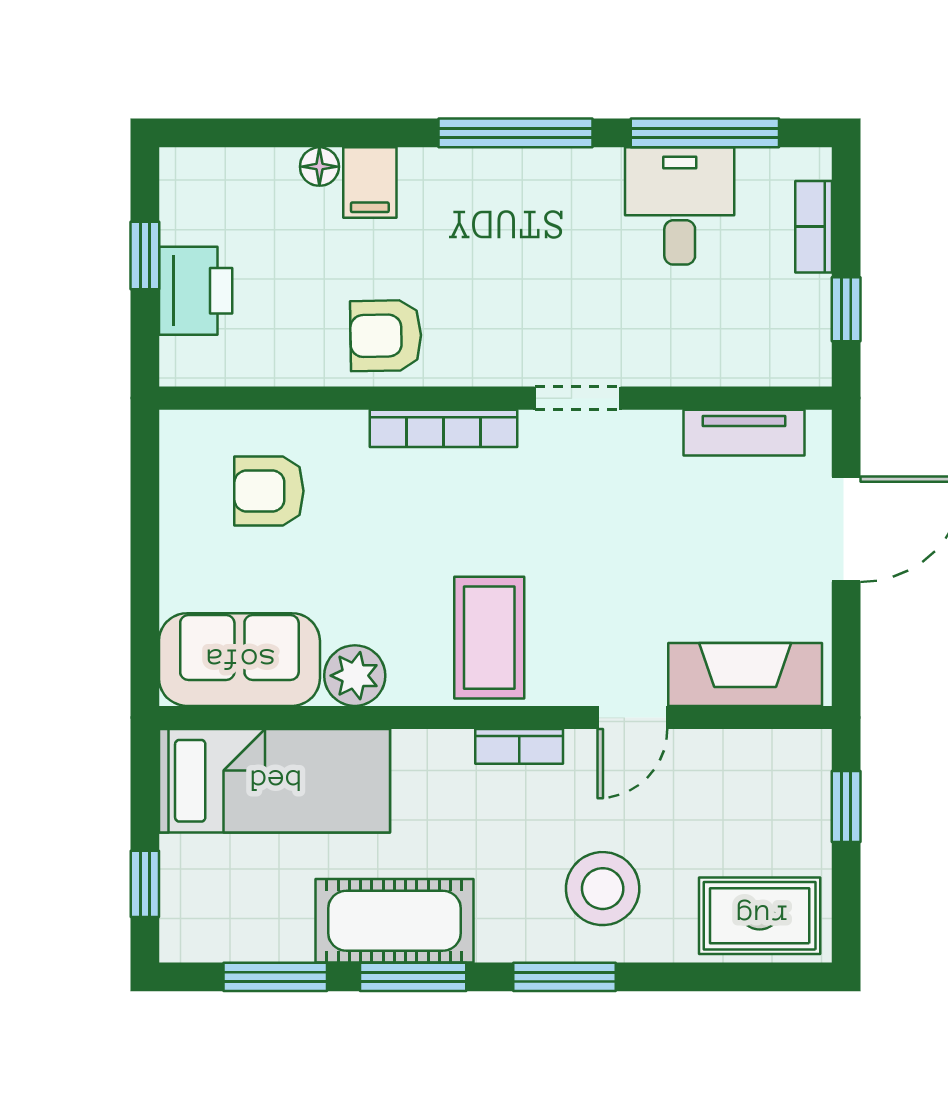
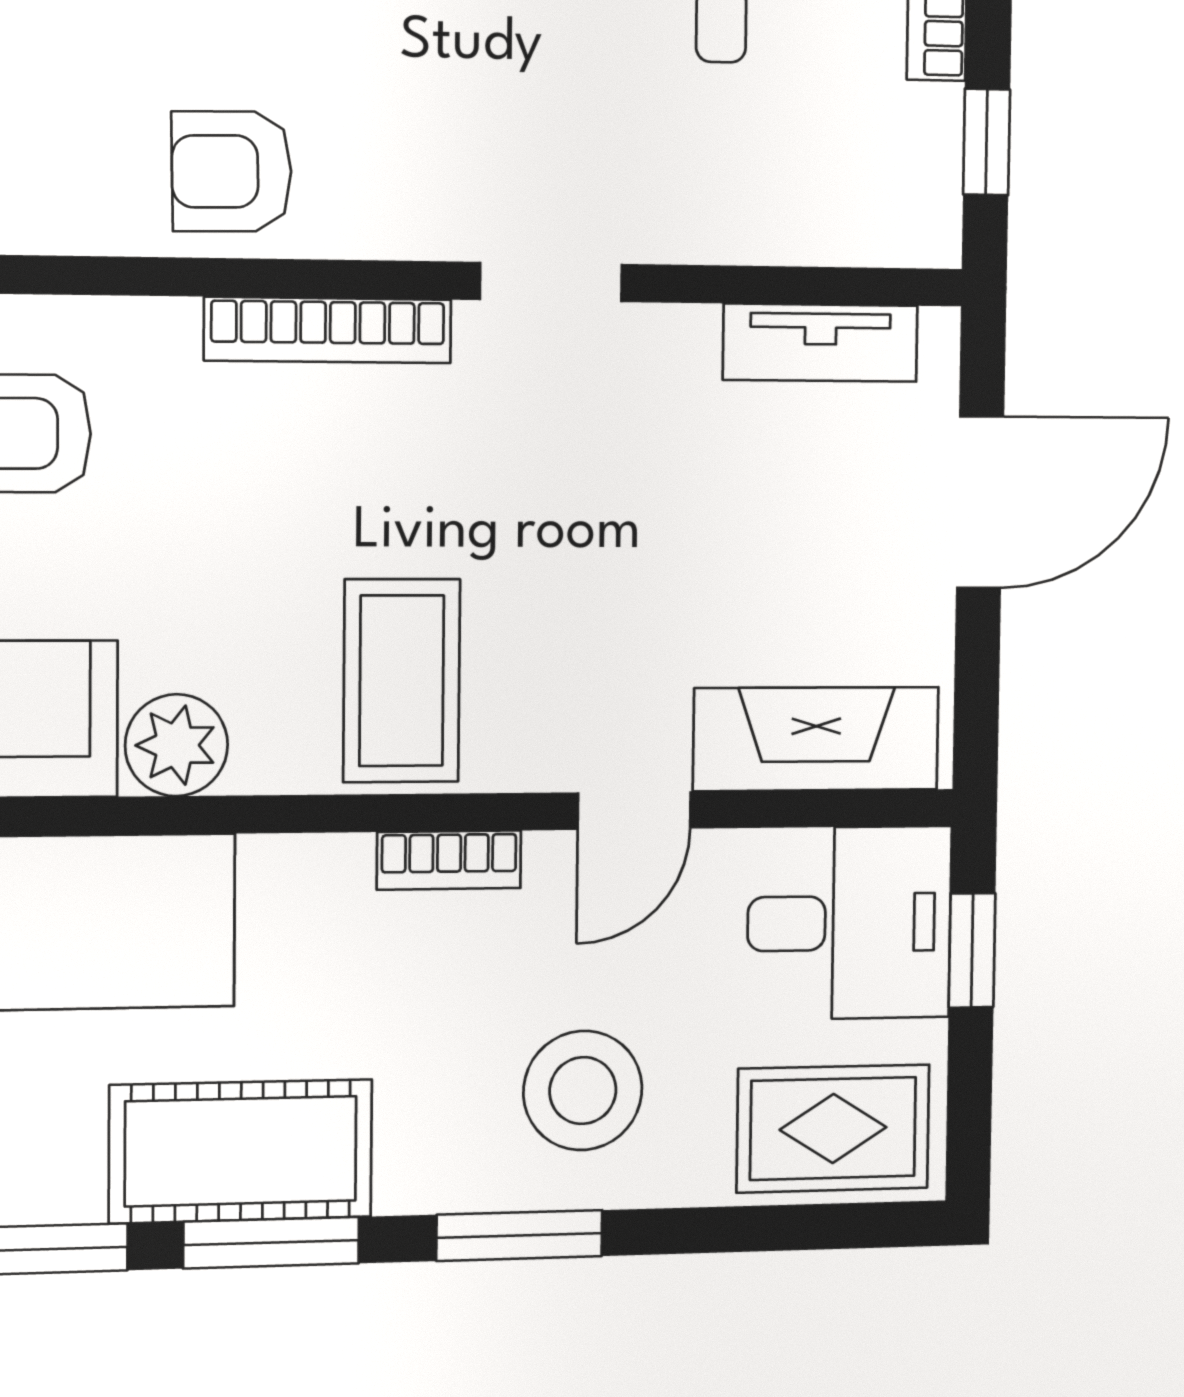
desk: (768, 788) -> (849, 923), added

